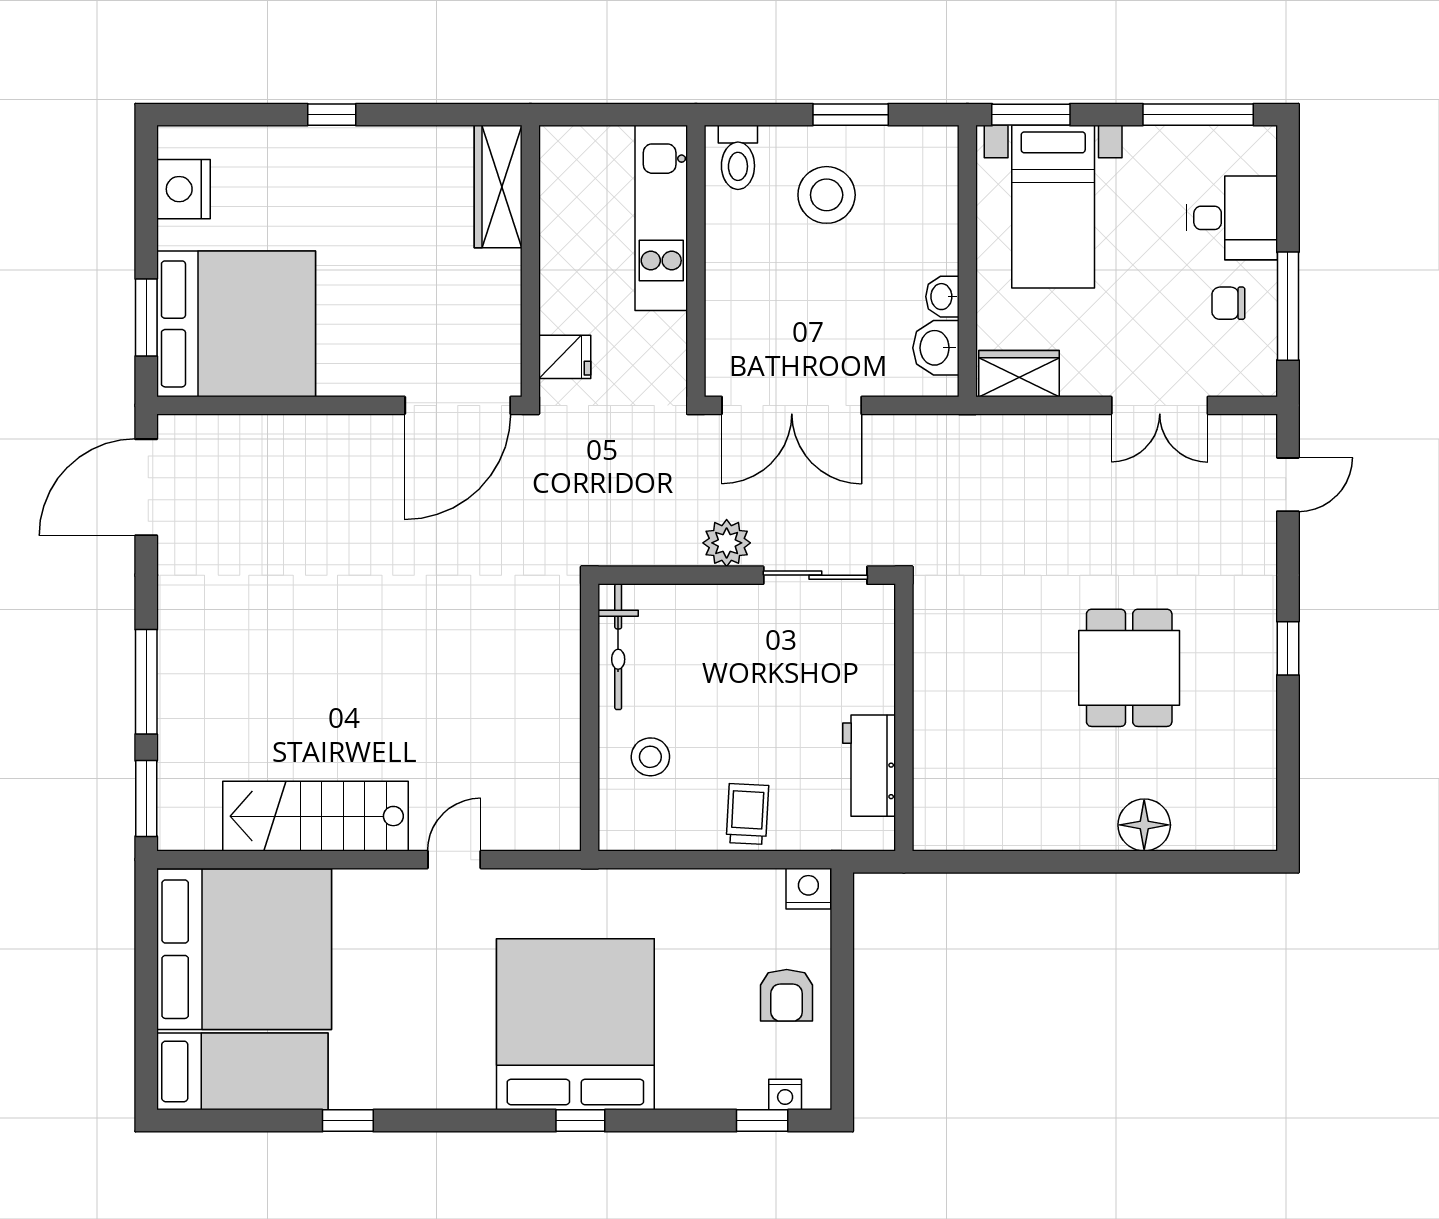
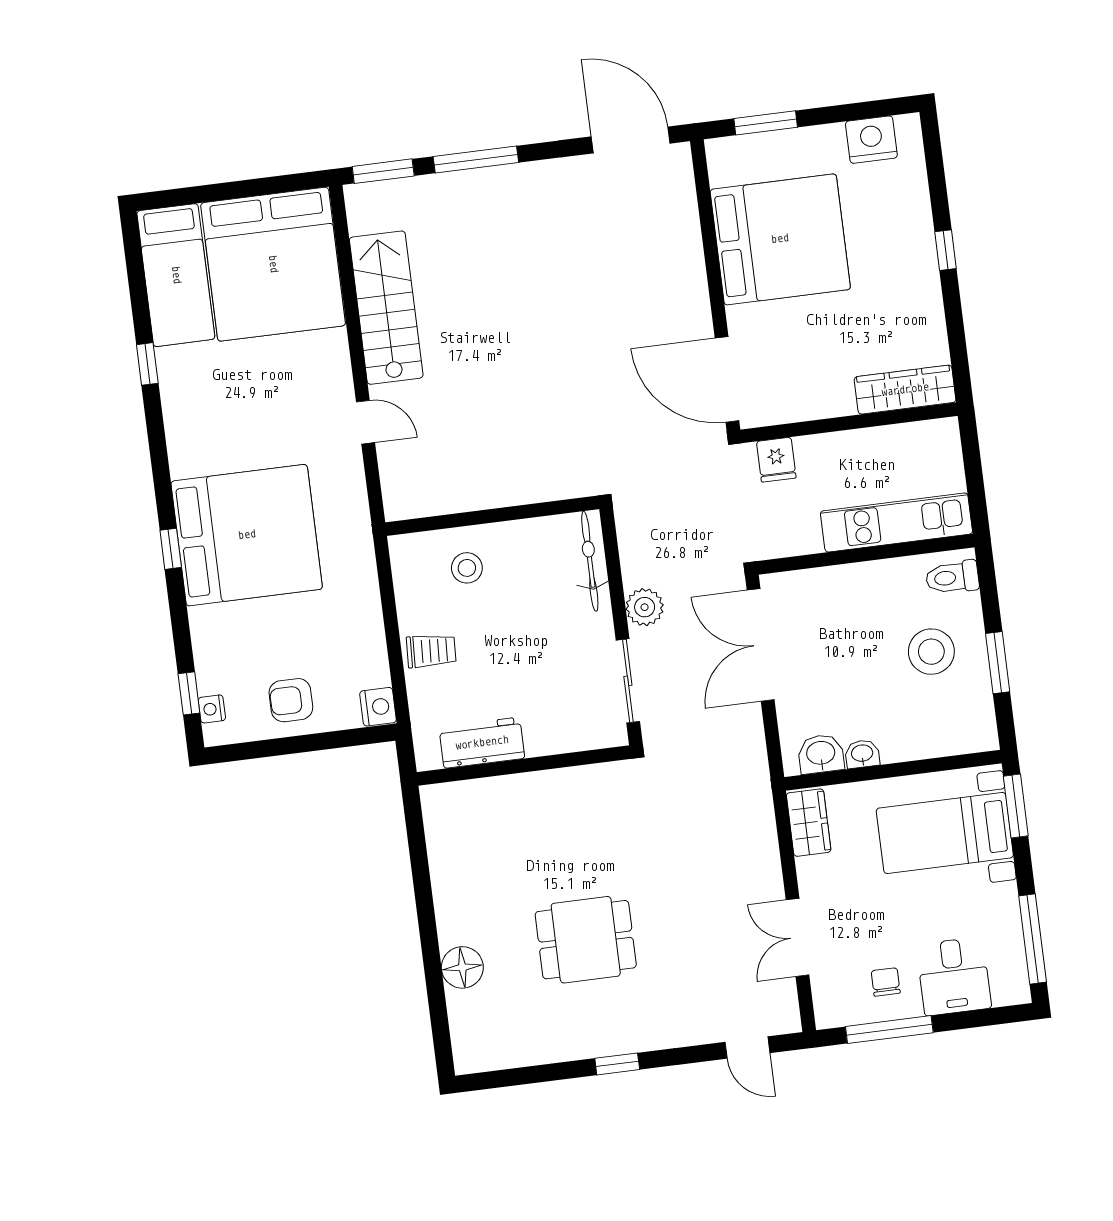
bed: (236, 324) -> (780, 239), moved, turned -90
bicycle: (618, 647) -> (590, 561), moved, turned 90

